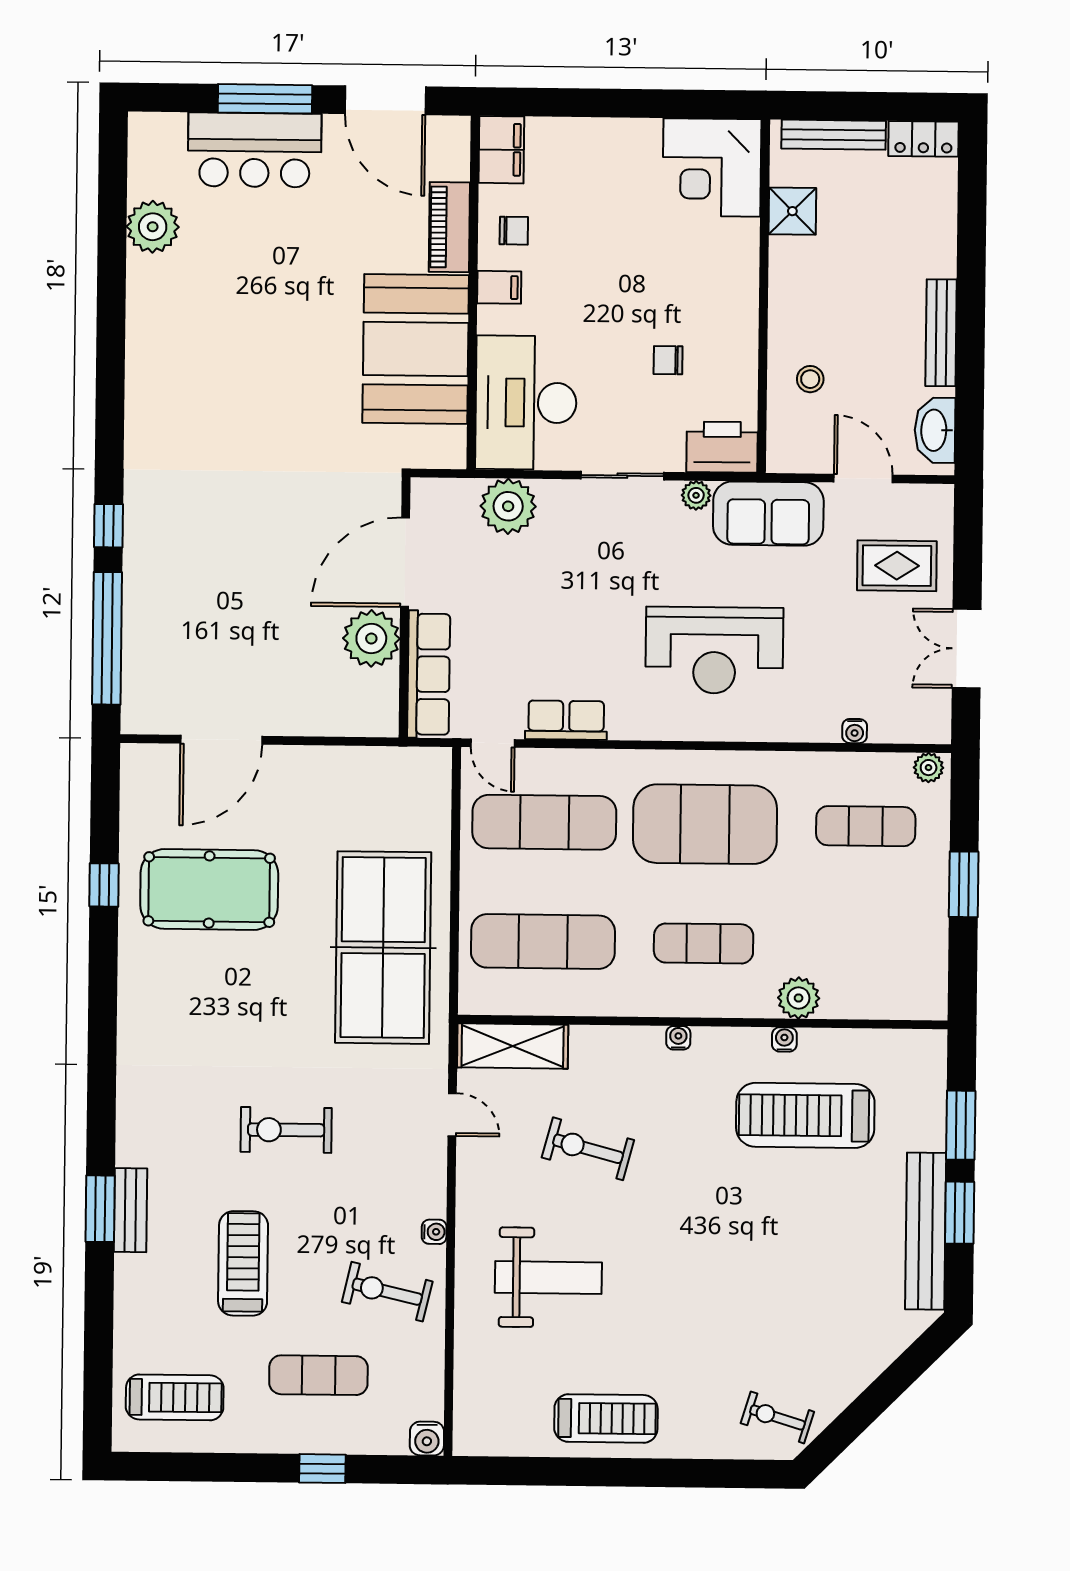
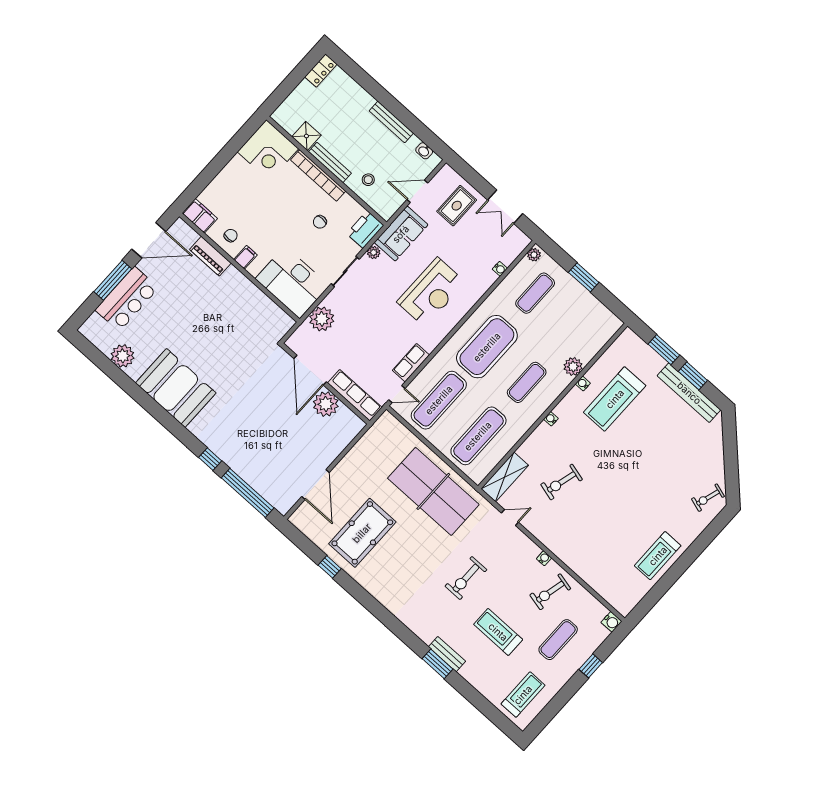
bench: (834, 135) -> (330, 162), moved, turned 90
bookcase: (744, 289) -> (318, 175), added
booth: (416, 349) -> (176, 388), moved
washbasin: (935, 430) -> (424, 151), width x0.52, depth x0.69
weight bench: (548, 1278) -> (593, 533), removed
treadmill: (606, 1418) -> (658, 556), turned 180

